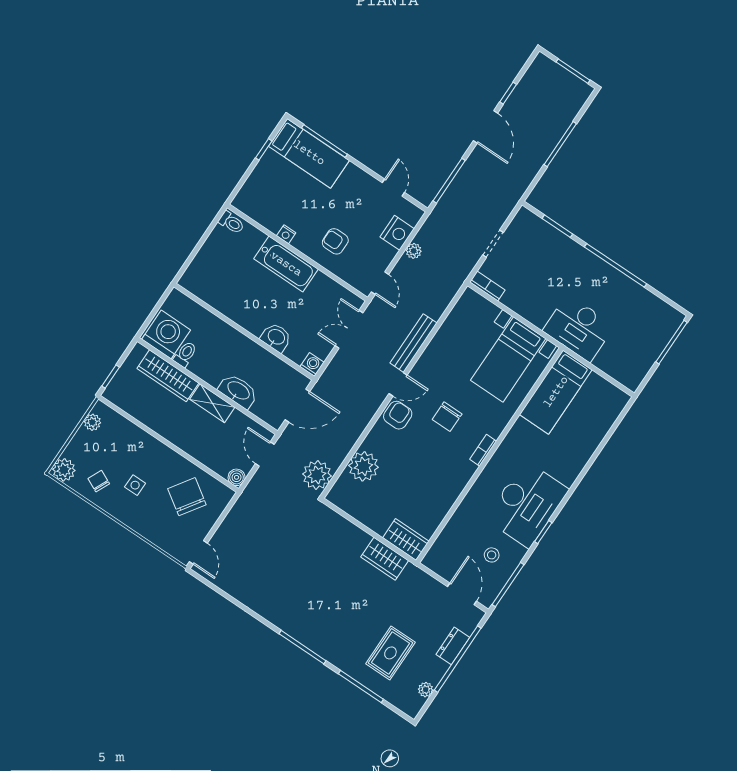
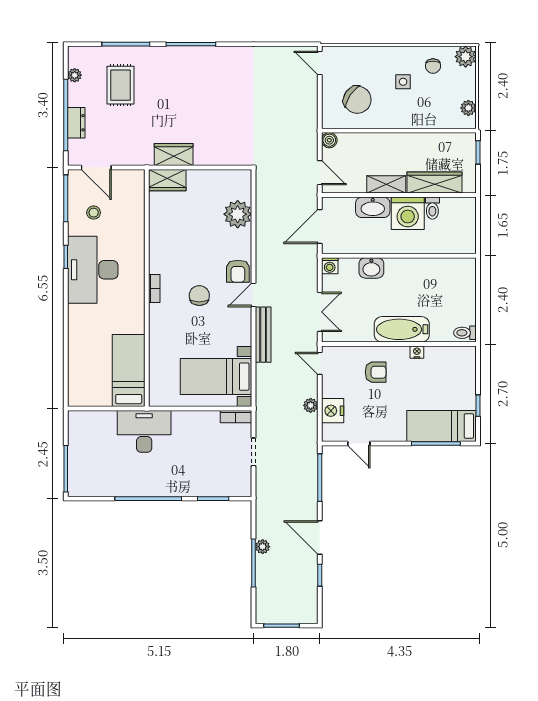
washing machine: (166, 335) -> (408, 213), moved
bed with nightstands: (508, 359) -> (216, 377), moved, turned -90
plant: (317, 475) -> (263, 547), moved, width x0.53, depth x0.53
chair: (99, 481) -> (433, 66), turned 65

